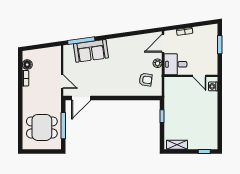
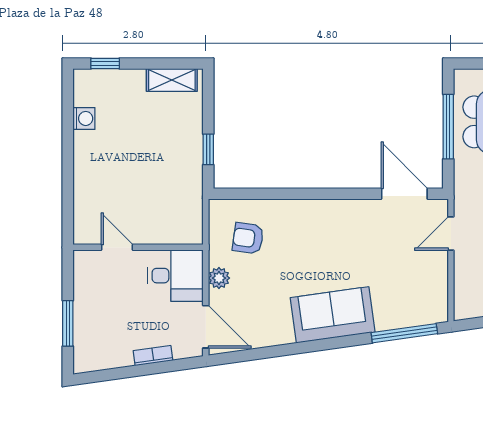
door: (163, 43) -> (206, 327), hinge flipped
sofa: (91, 51) -> (333, 315), moved
door: (62, 82) -> (451, 233), hinge flipped
washing machine: (213, 86) -> (84, 118), moved
door: (81, 98) -> (404, 194), hinge flipped

